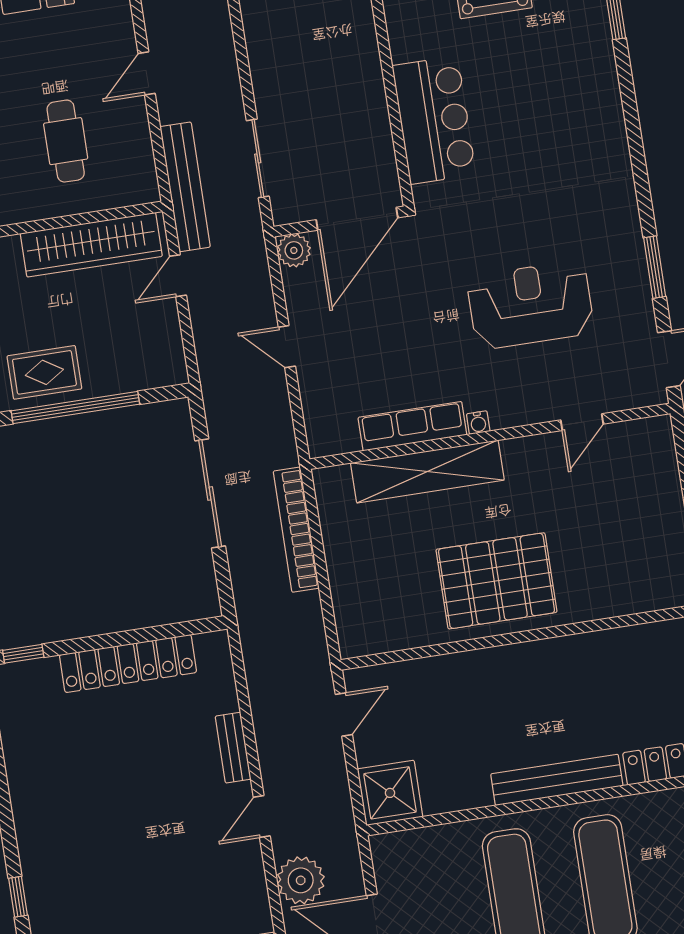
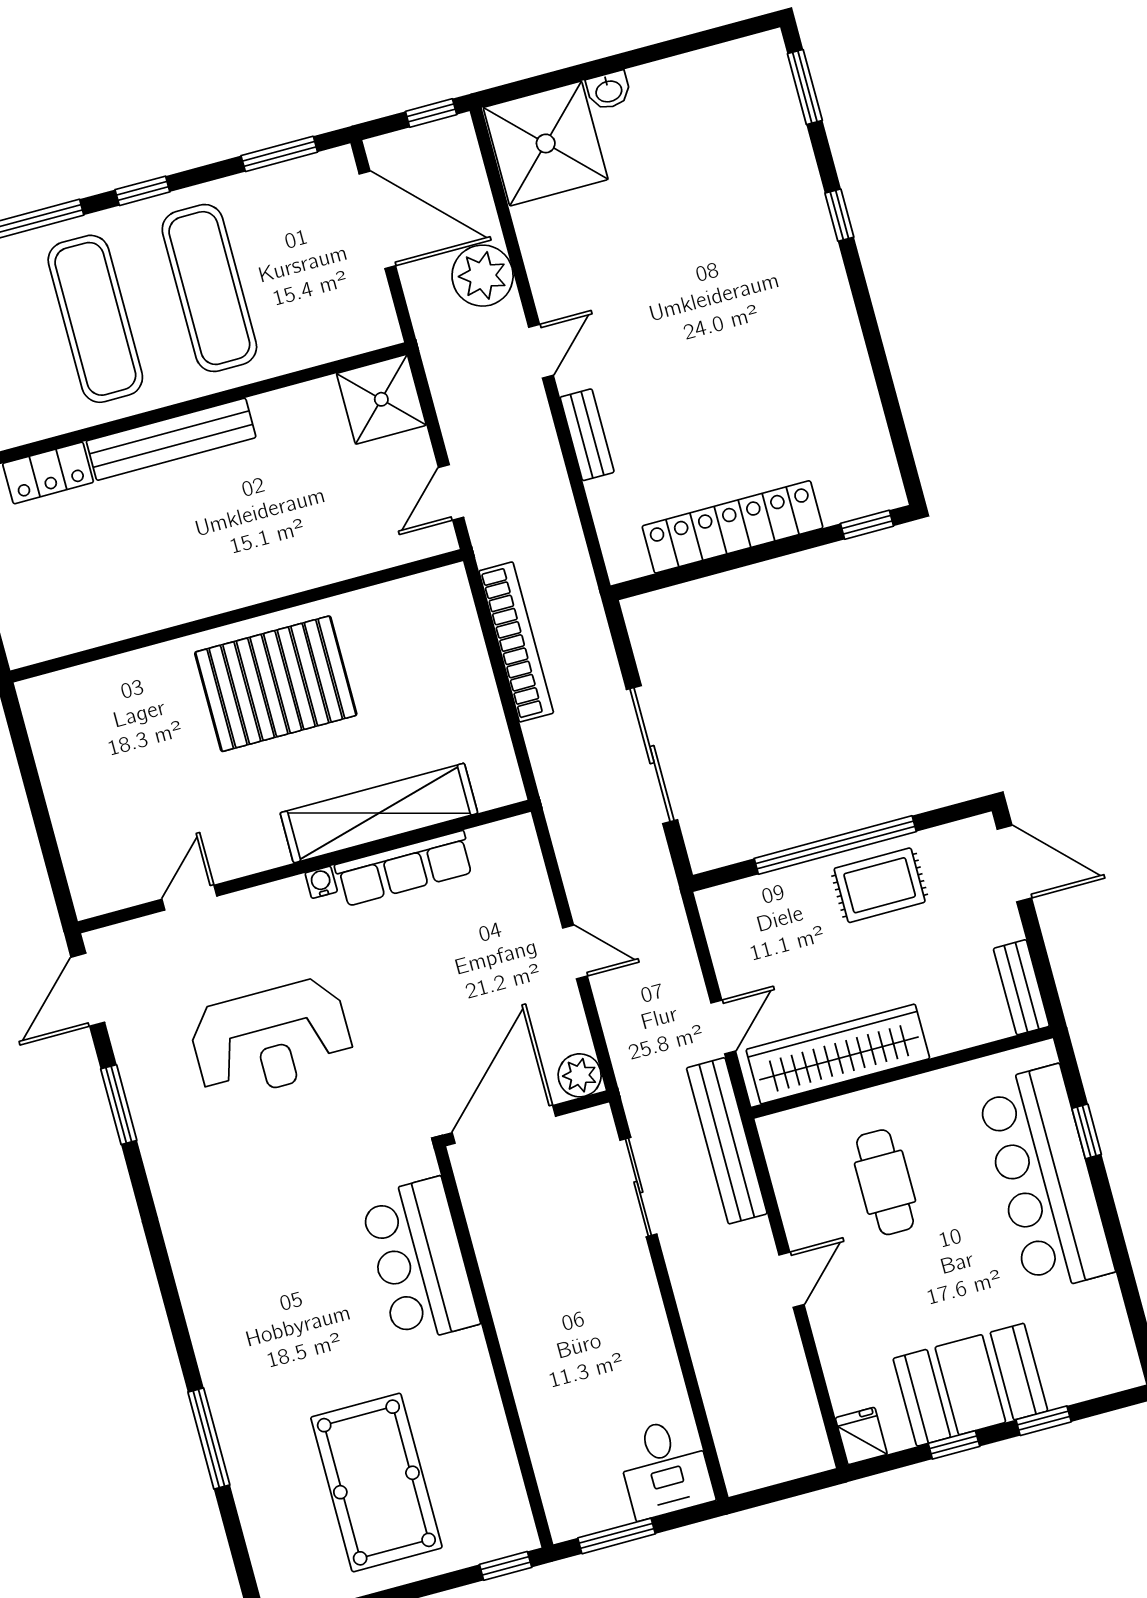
bookcase: (296, 530) -> (516, 642), moved

